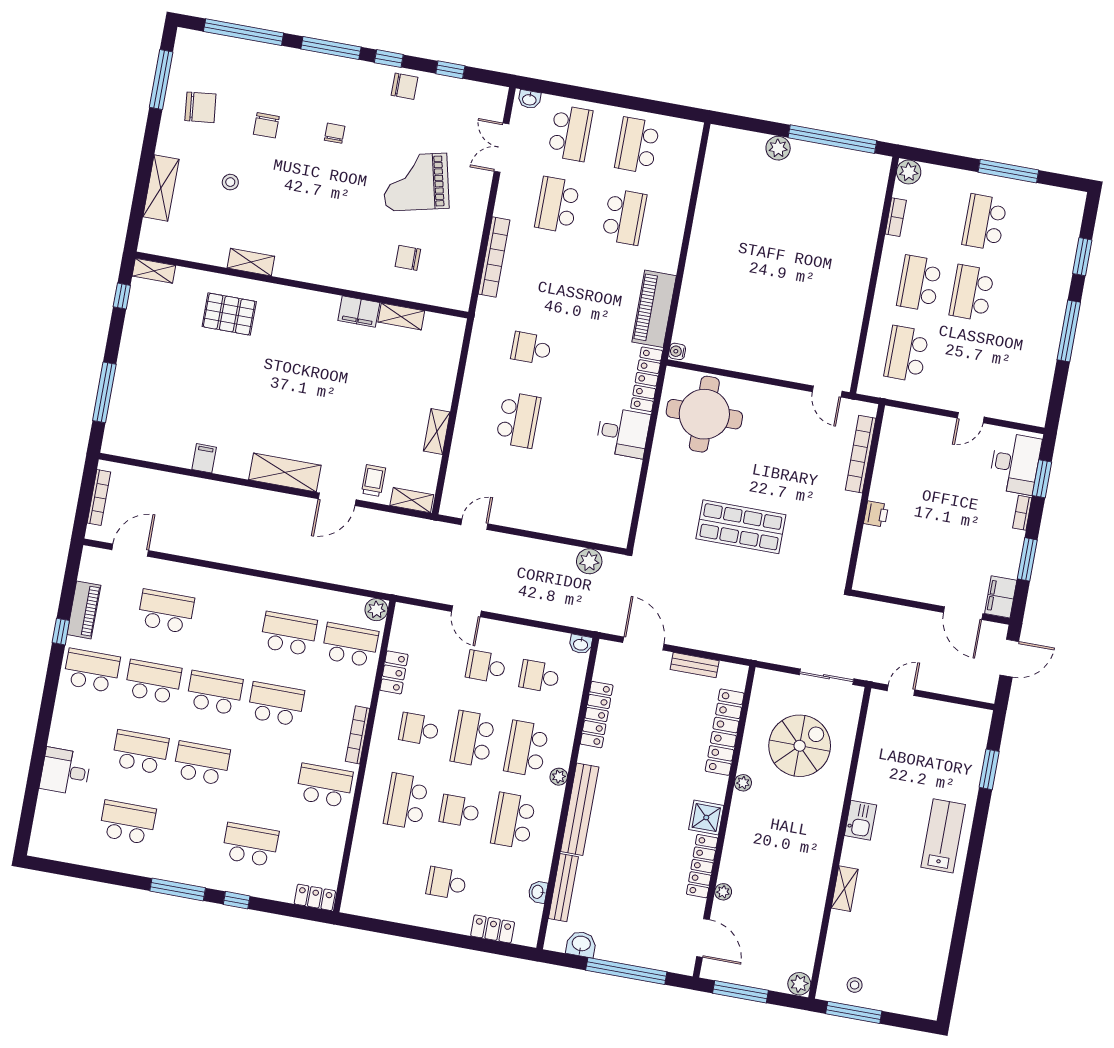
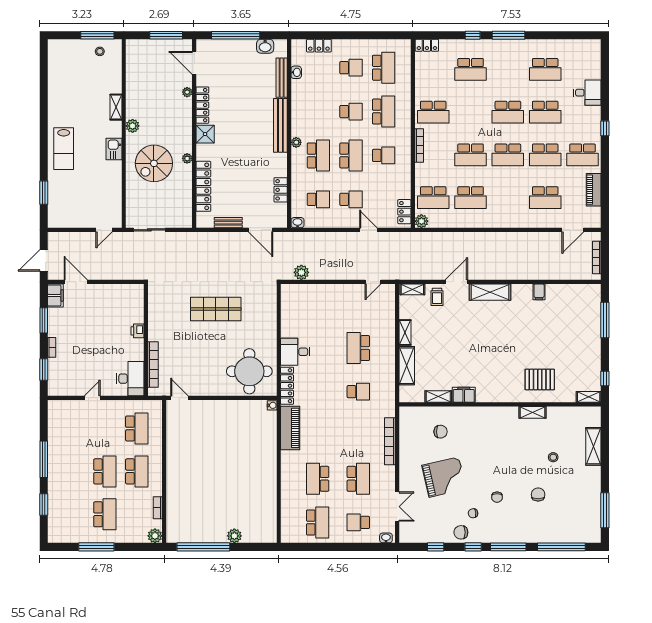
chair: (200, 107) -> (473, 513), moved, width x0.54, depth x0.54
school desk: (570, 133) -> (358, 522), width x0.54
shelving: (444, 376) -> (407, 366), added
desk: (1015, 463) -> (130, 379), moved, turned 180
window: (61, 632) -> (605, 128), moved
locker: (394, 672) -> (404, 212), moved
locker: (597, 715) -> (281, 190), width x0.66
spiral stairs: (800, 746) -> (154, 163), moved
school desk: (513, 821) -> (384, 68), moved
plant: (799, 984) -> (133, 126), moved

